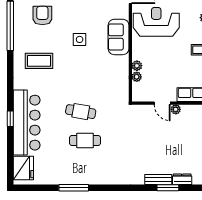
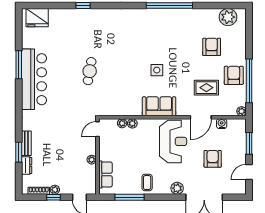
armchair: (42, 16) -> (179, 35), removed
coffee table: (39, 61) -> (137, 32), removed
door: (162, 103) -> (98, 129), moved
bar counter: (27, 123) -> (34, 79), moved, turned -90
cafe table: (85, 140) -> (63, 75), removed

